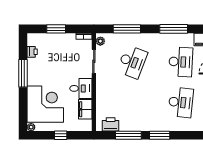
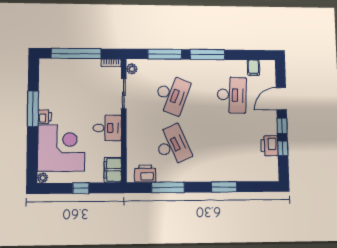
window: (56, 29) -> (76, 53), width x2.11
window: (174, 29) -> (207, 55), moved
printer: (32, 52) -> (45, 117), moved
desk: (181, 102) -> (172, 145), moved, turned -30
filing cabinet: (85, 109) -> (113, 170), moved
window: (160, 135) -> (224, 187), moved

